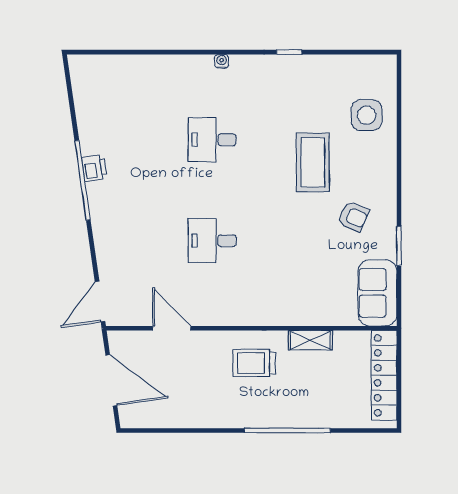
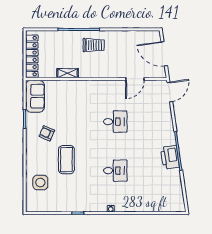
printer: (94, 168) -> (170, 157), width x1.87, depth x1.48
door: (172, 328) -> (135, 79), hinge flipped
trolley: (254, 363) -> (94, 45), moved

